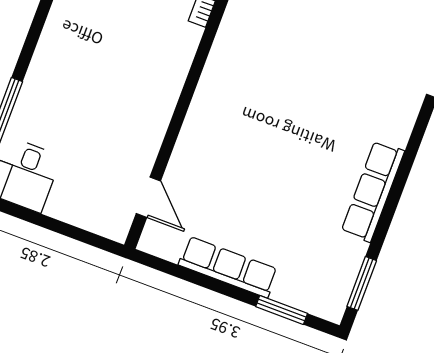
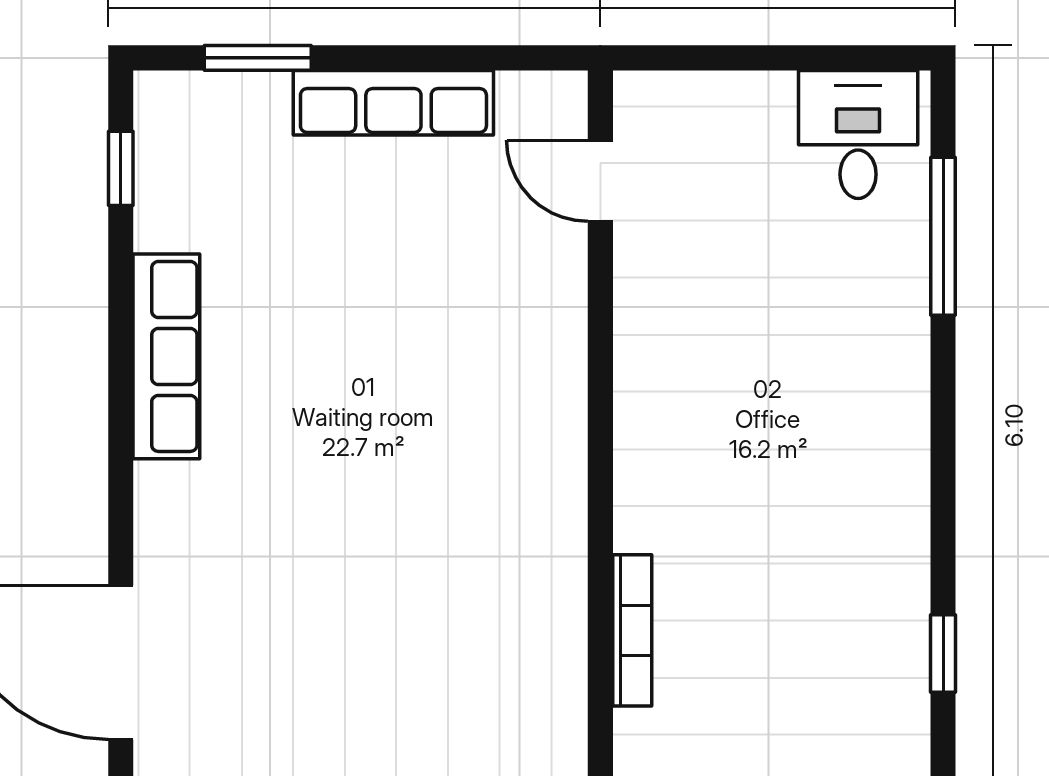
window: (362, 283) -> (121, 168), width x0.67

